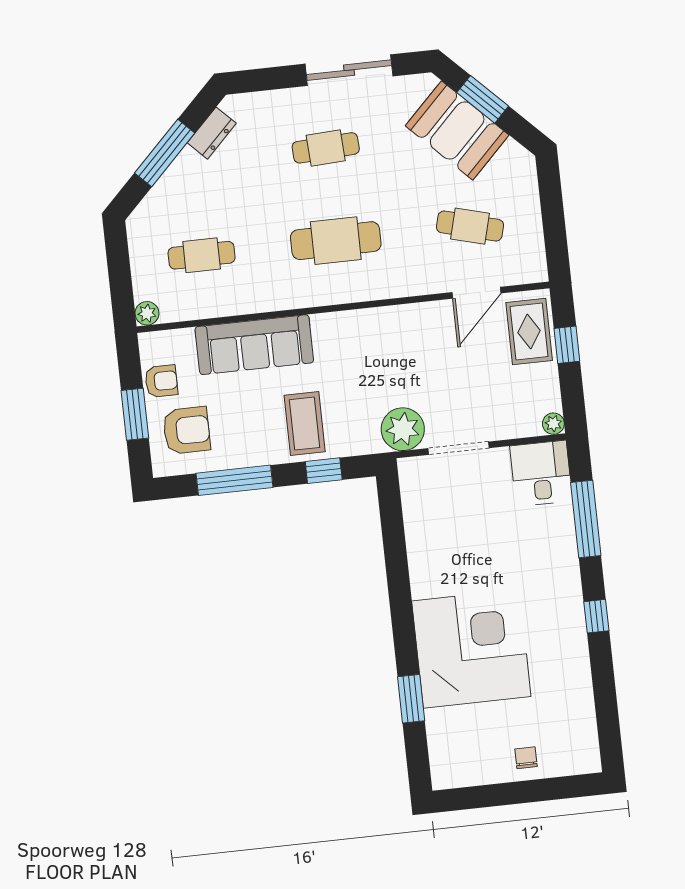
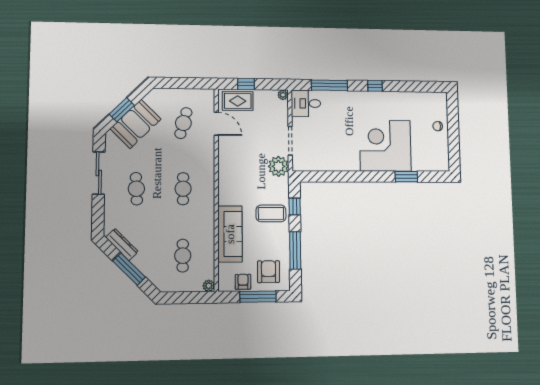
dresser: (212, 133) -> (122, 244), width x1.44
cafe table: (336, 241) -> (183, 189), width x0.73, depth x0.74
window: (135, 414) -> (258, 297), width x1.44

